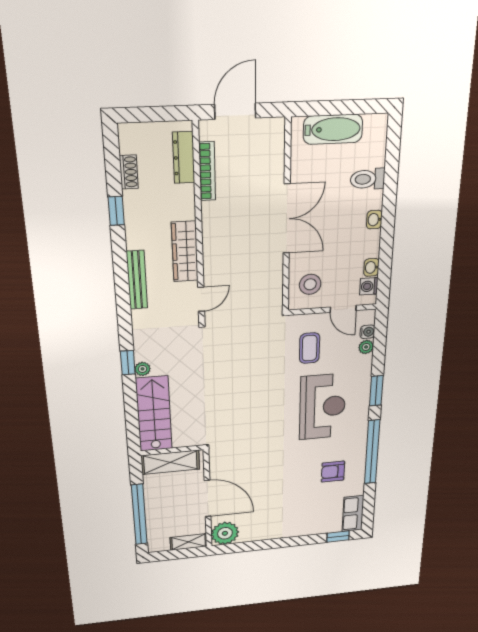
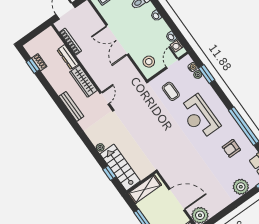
dresser: (184, 158) -> (68, 57), moved
window: (116, 211) -> (33, 66), moved
double door: (287, 219) -> (117, 40), swing flipped
door: (343, 309) -> (173, 63), swing flipped
window: (128, 363) -> (109, 173), moved
window: (376, 391) -> (207, 74), moved
reception desk: (323, 407) -> (199, 117), turned 180
plant: (307, 525) -> (241, 187), added

